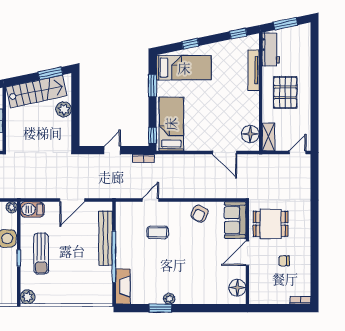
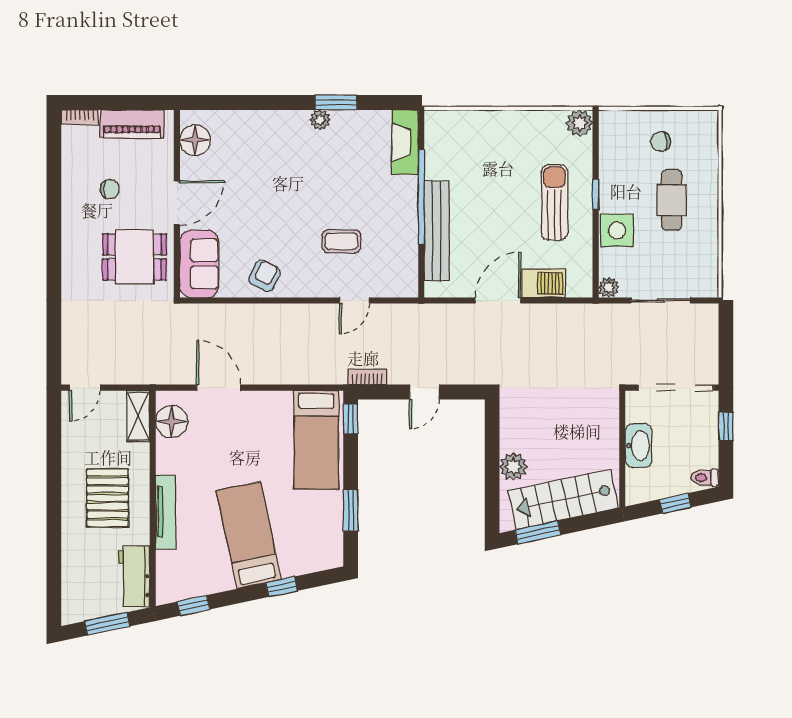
bed: (184, 68) -> (249, 535), moved, turned 78
tv unit: (254, 70) -> (166, 512), moved
barbecue: (32, 209) -> (544, 283), moved
piano: (272, 296) -> (132, 124), added

